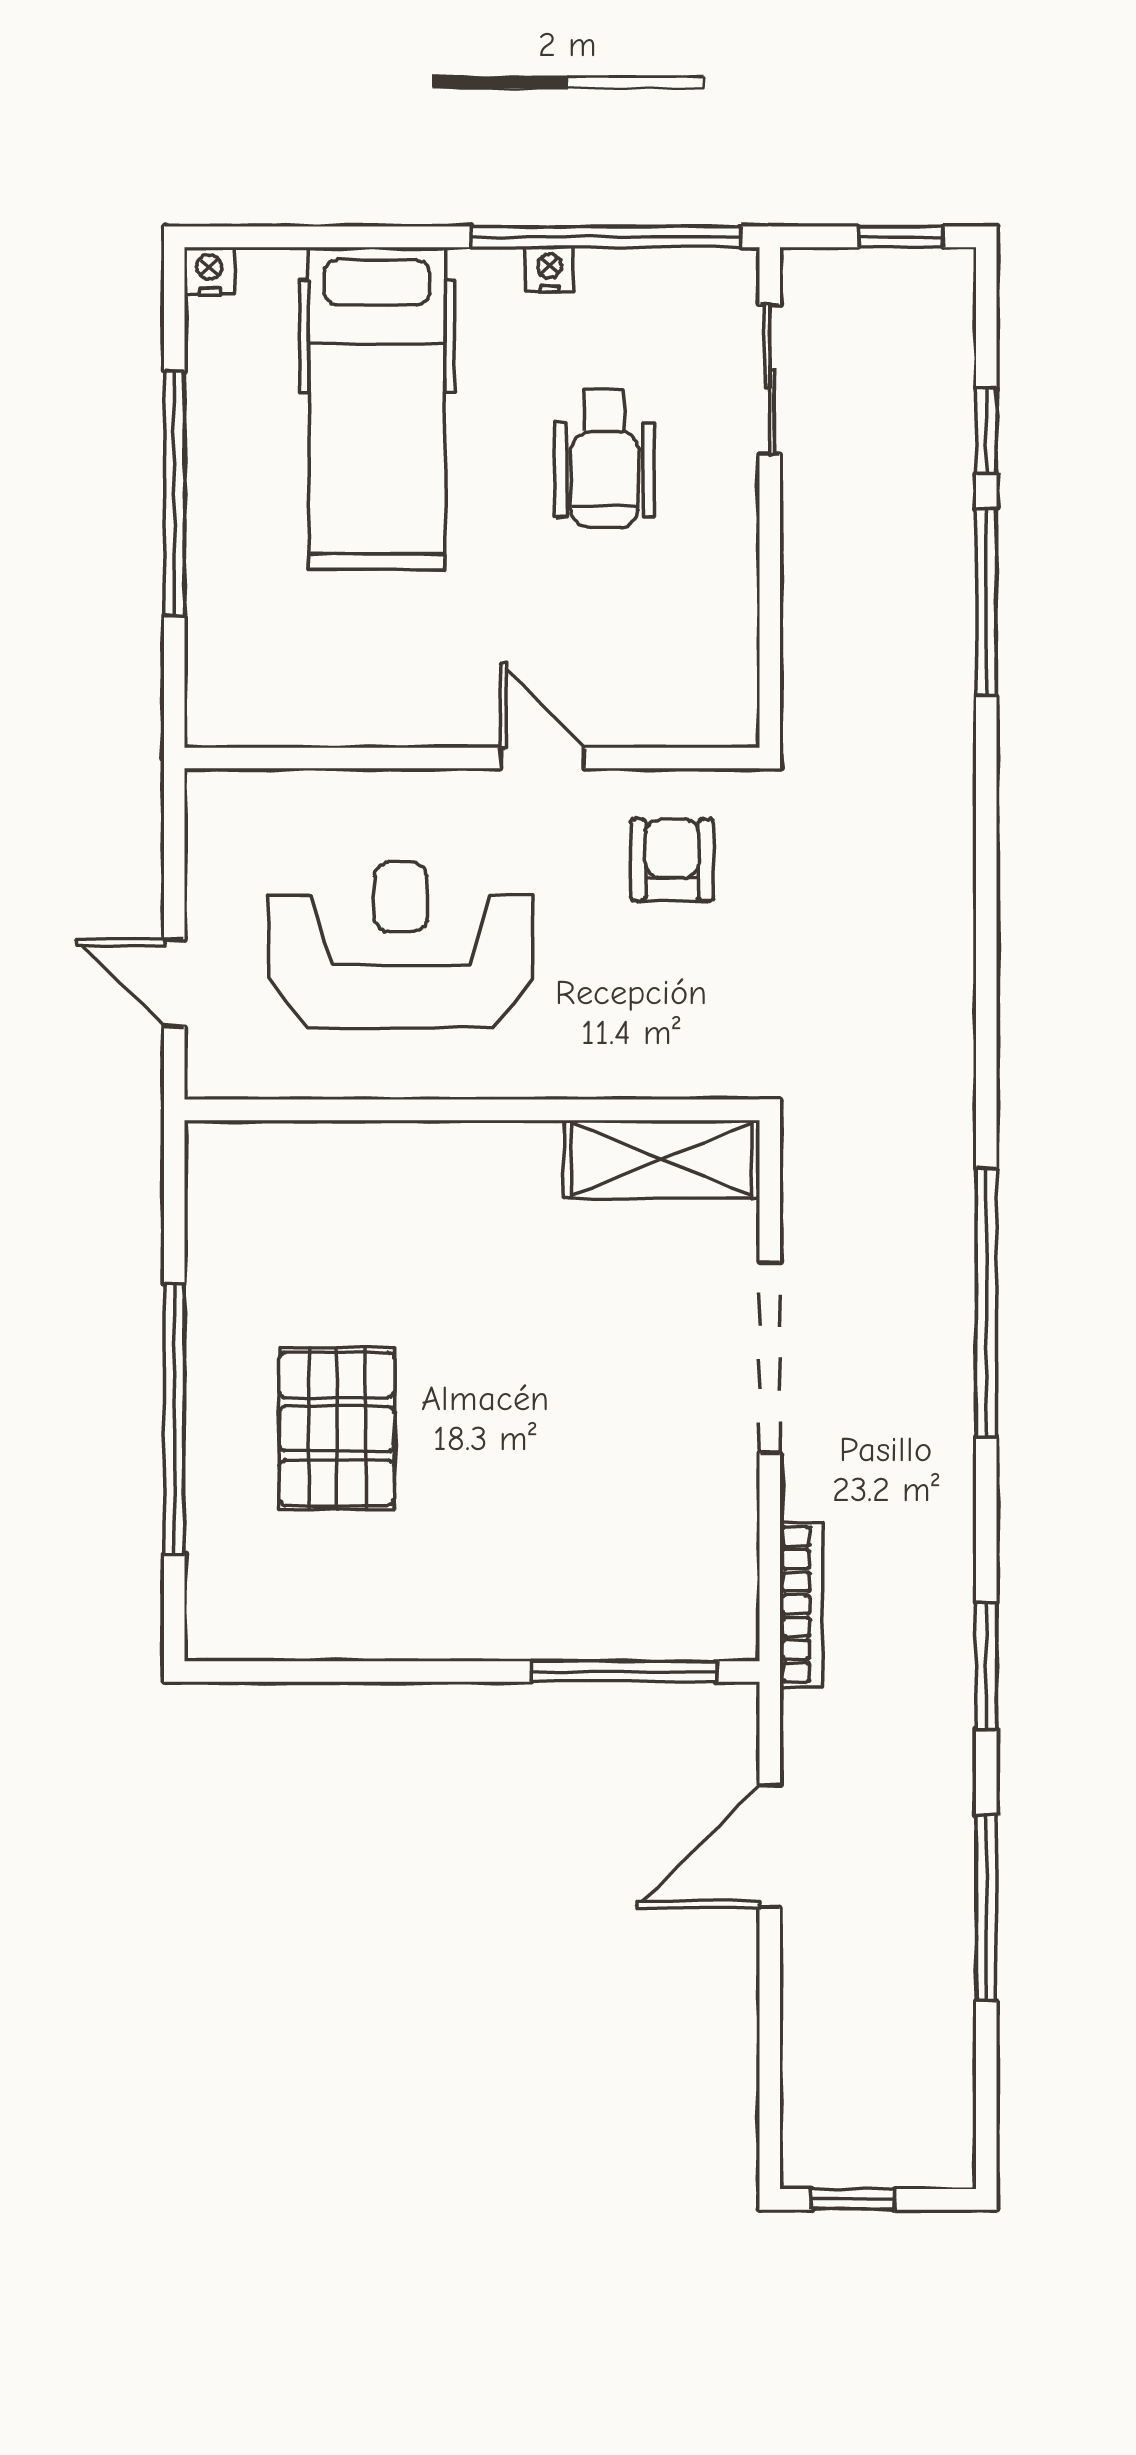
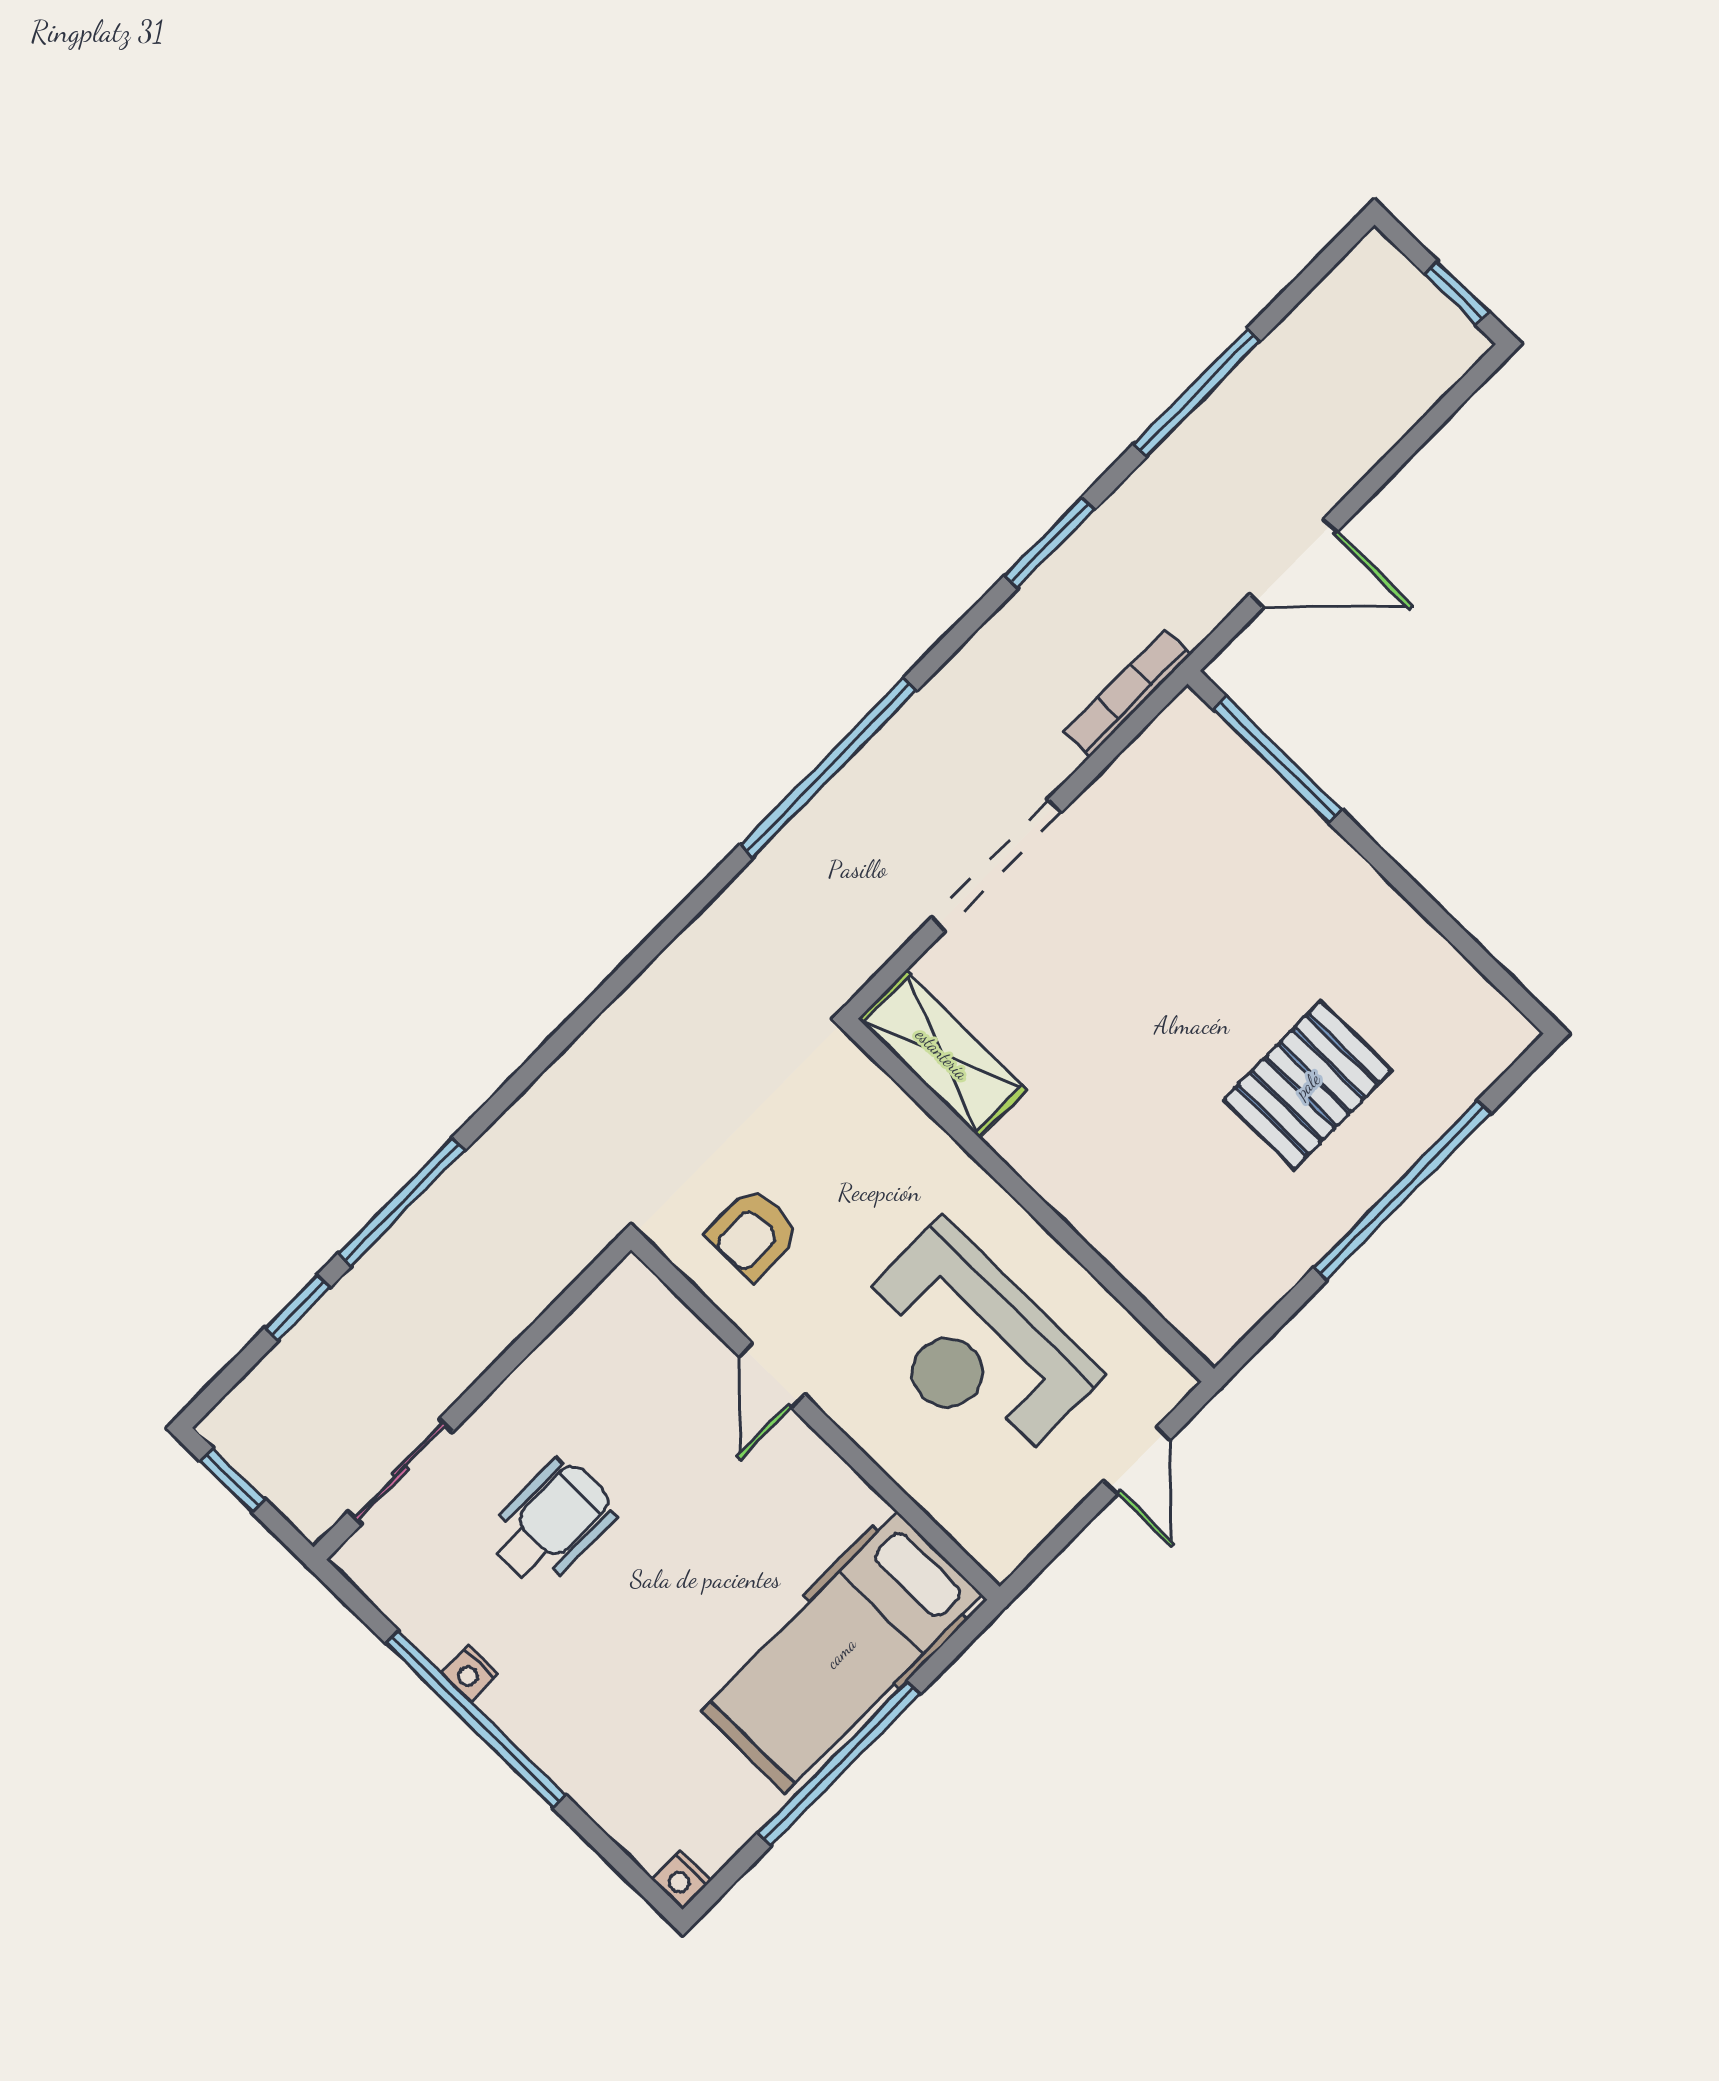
window: (606, 237) -> (476, 1719), moved
hospital bed: (377, 408) -> (841, 1653), moved, turned 180

